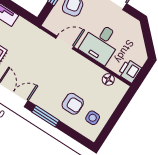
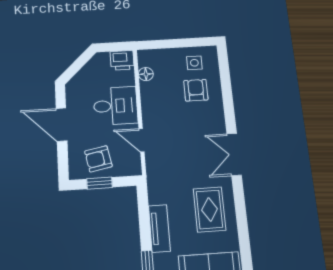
window: (45, 116) -> (229, 107), removed

